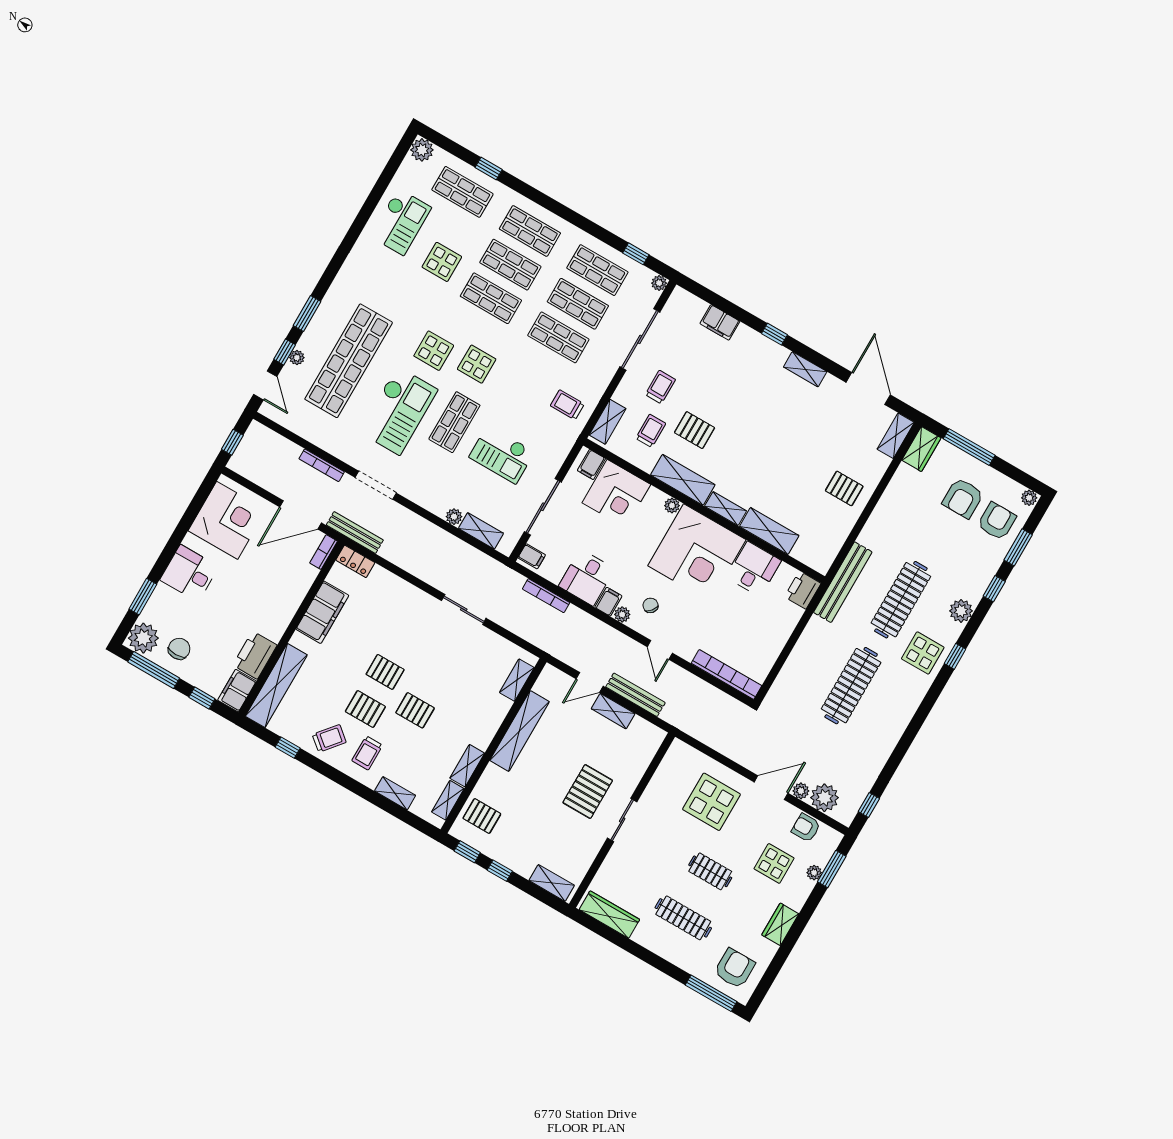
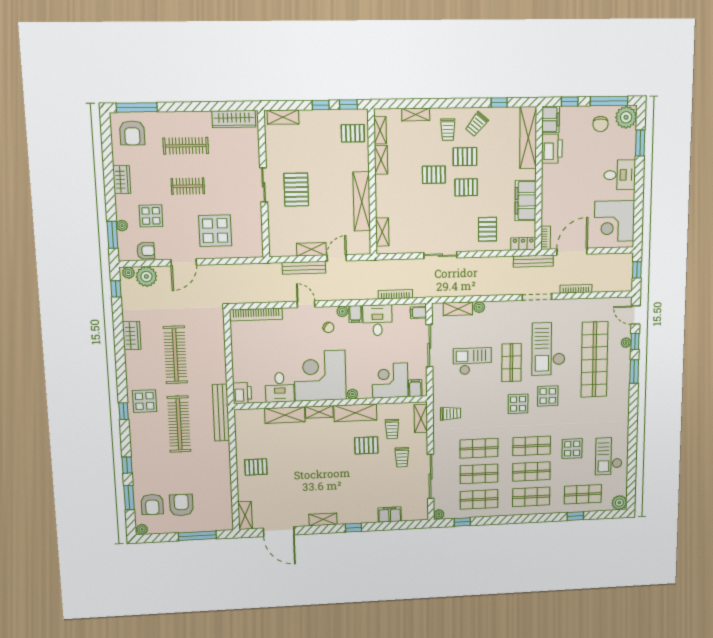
wardrobe: (921, 449) -> (132, 336), moved, turned 180
pallet: (388, 606) -> (488, 229), added
plant: (961, 611) -> (138, 440), removed
trolley: (367, 753) -> (448, 130), turned 180
plant: (801, 791) -> (128, 273), moved

